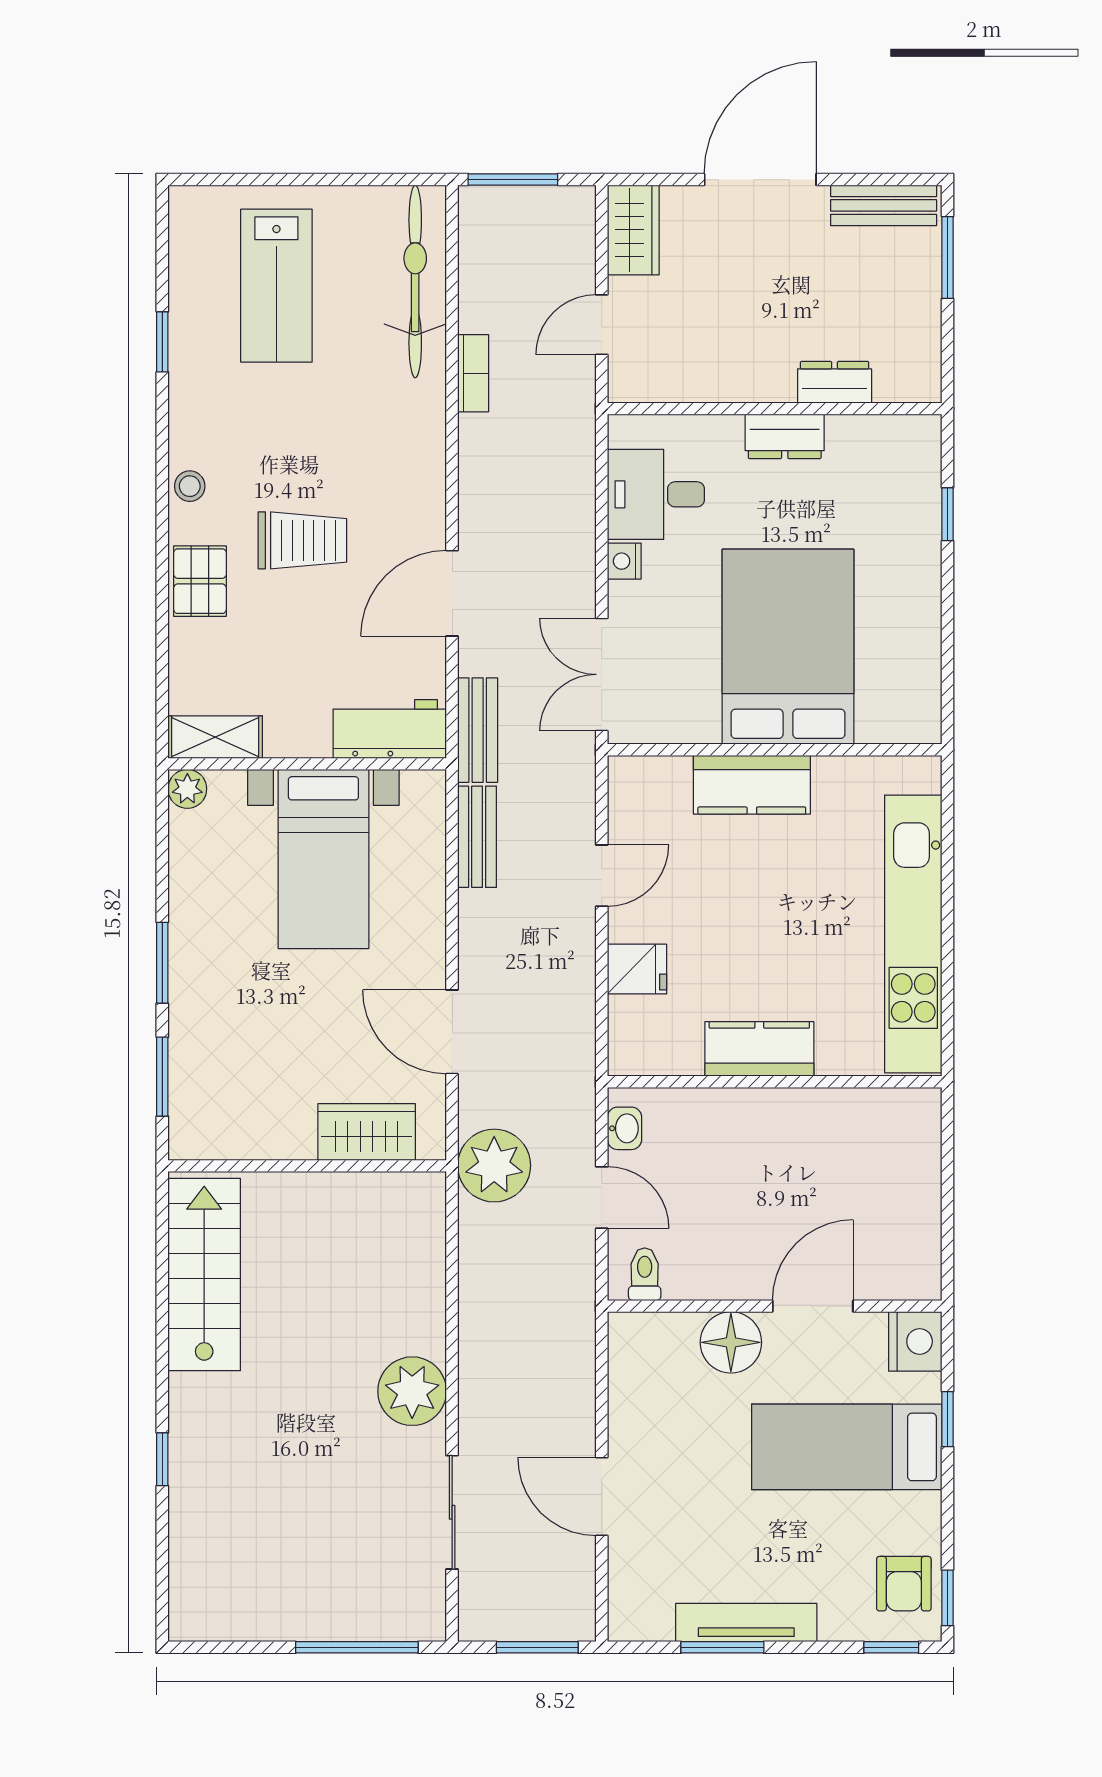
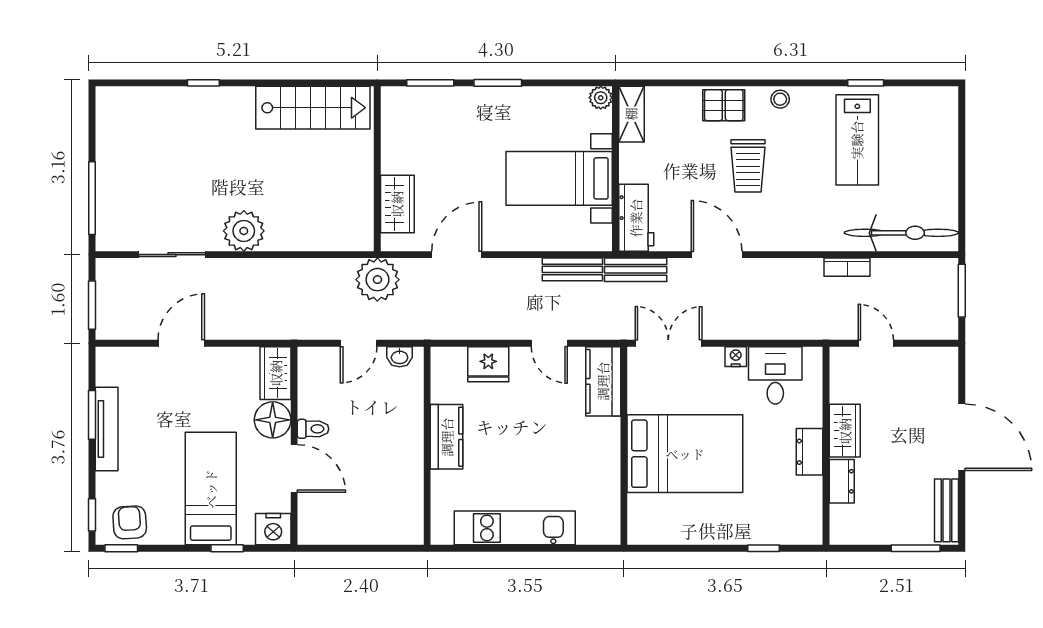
wardrobe: (633, 230) -> (845, 431), moved, turned -90
lab bench: (276, 286) -> (857, 140), moved, turned -90
kitchen counter: (752, 785) -> (603, 381), moved
kitchen unit: (913, 934) -> (515, 528), width x0.73
fridge: (637, 969) -> (488, 364), width x1.38
toilet: (645, 1274) -> (313, 429), moved
wardrobe: (652, 1338) -> (276, 373), added
armchair: (904, 1584) -> (130, 522), turned 86

